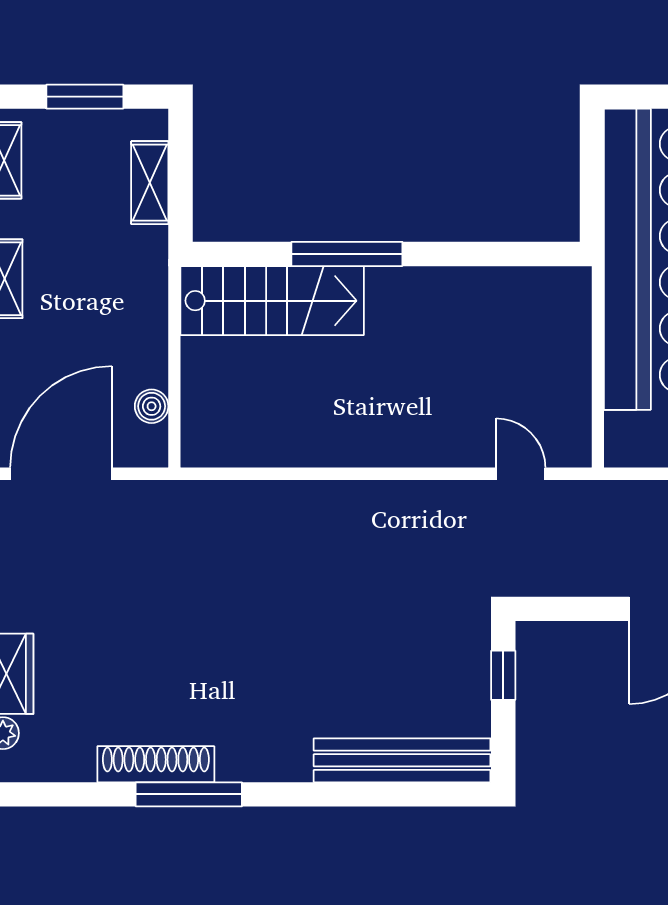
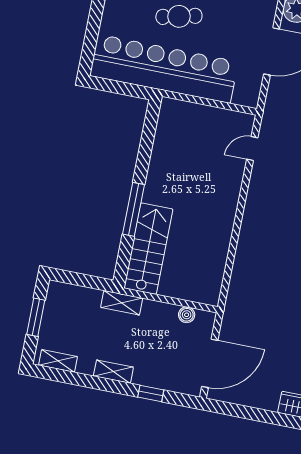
shelving: (150, 183) -> (122, 303), moved
door: (61, 474) -> (210, 363), swing flipped

